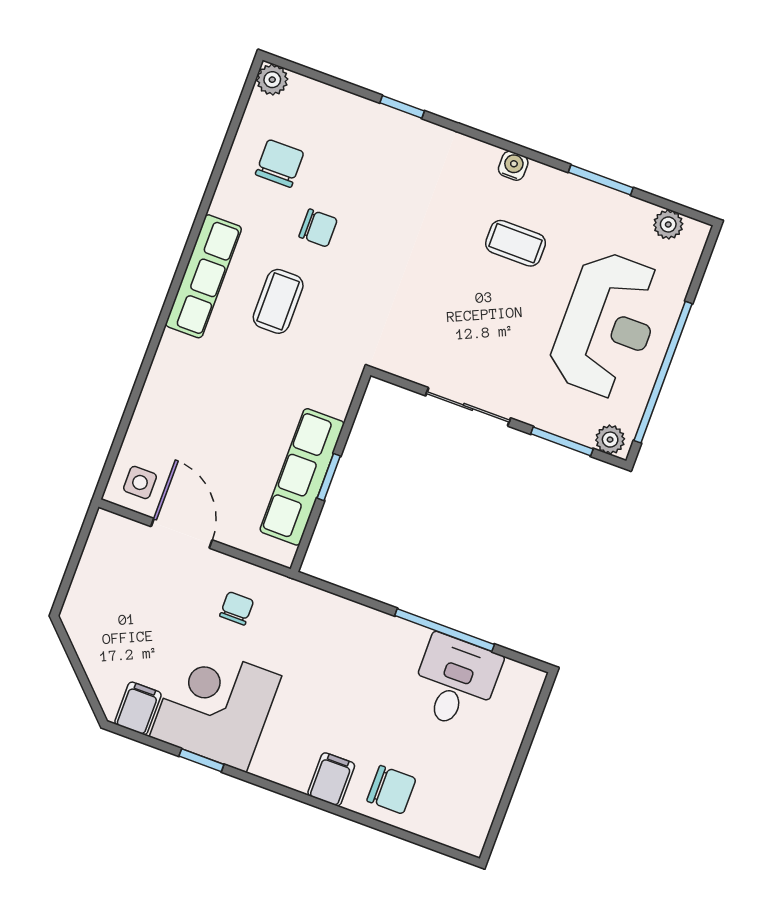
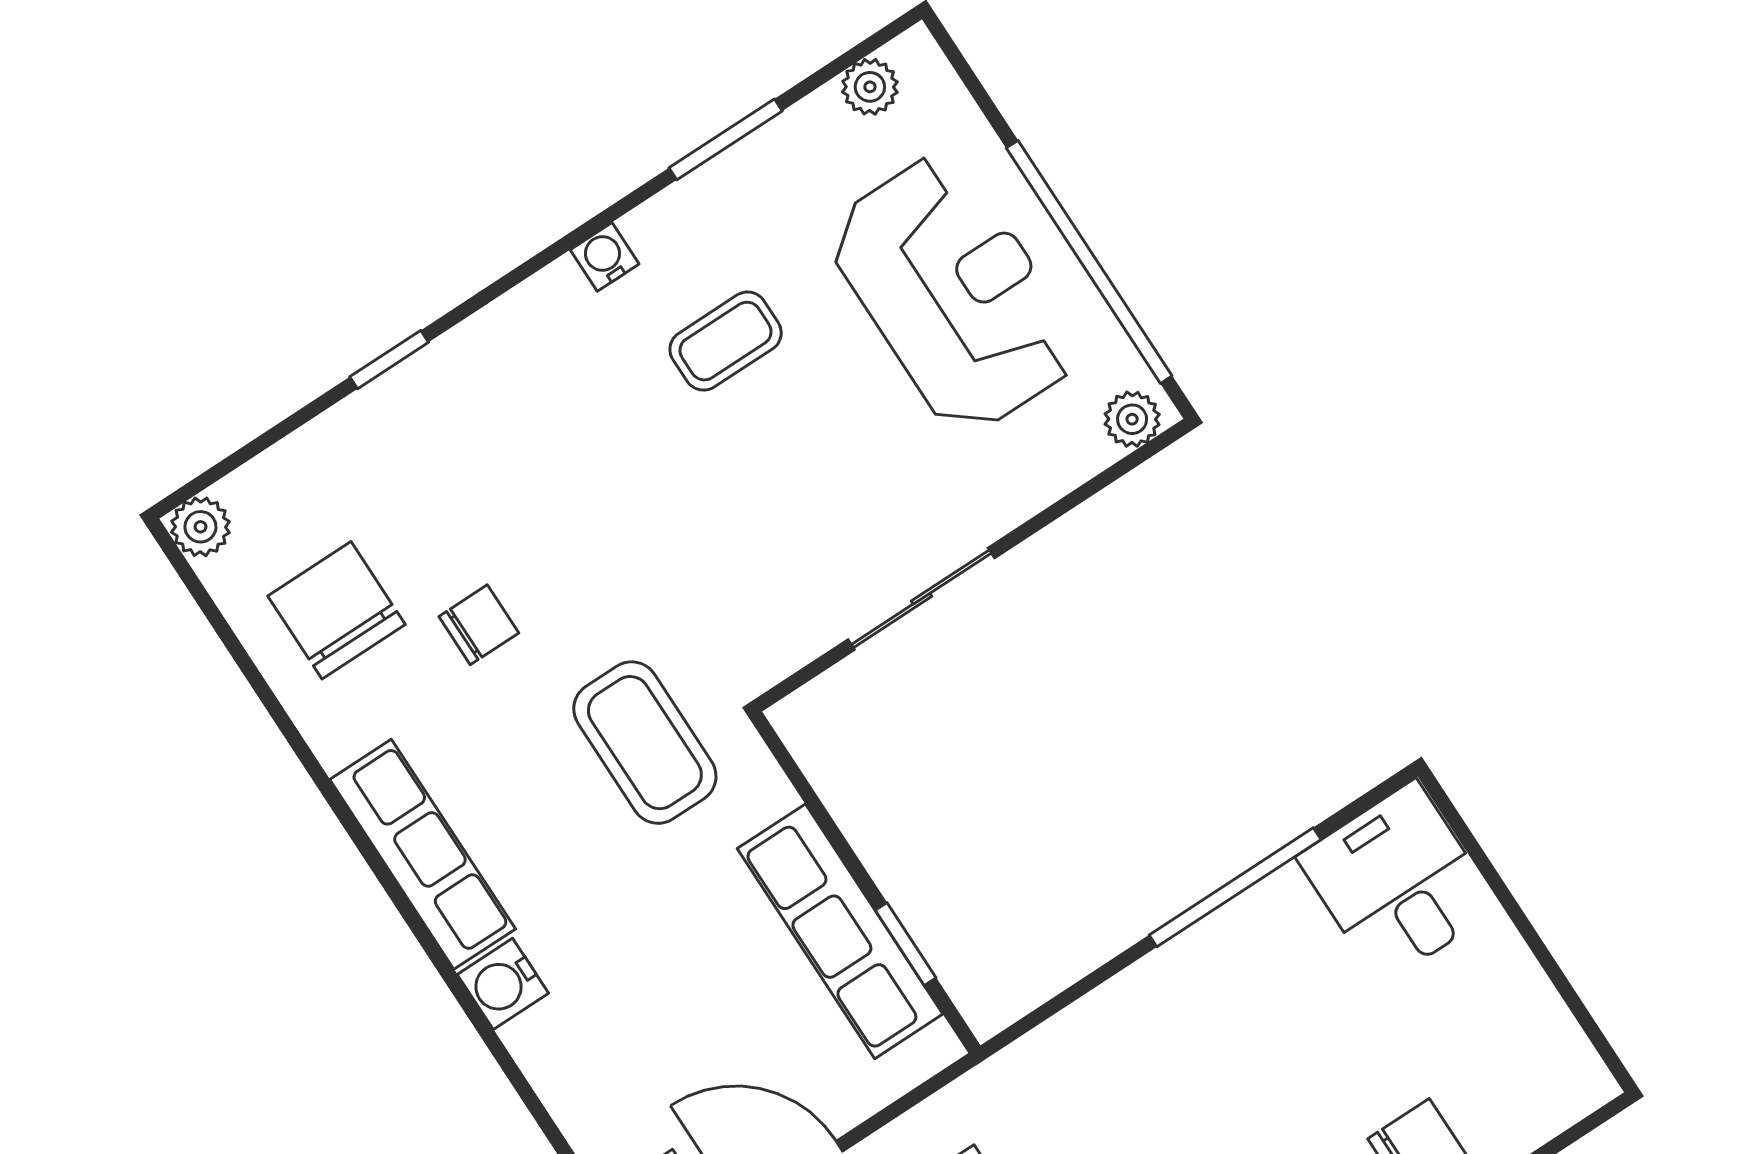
chair: (280, 163) -> (336, 610), width x1.37, depth x1.37
coffee table: (278, 301) -> (645, 743), moved, width x1.36, depth x1.30
water cooler: (174, 351) -> (503, 984), added
window: (562, 441) -> (1080, 495), removed
window: (329, 477) -> (906, 944), moved
desk: (455, 682) -> (1398, 883), moved

